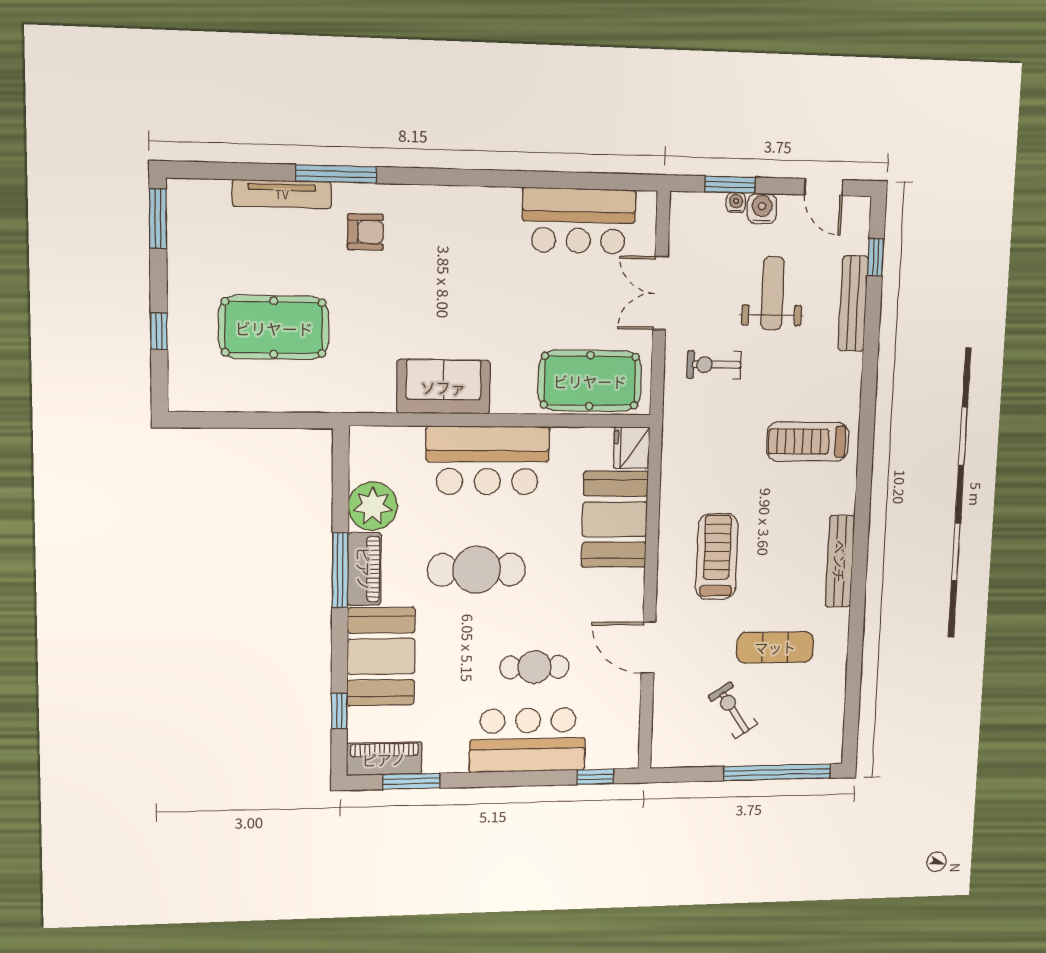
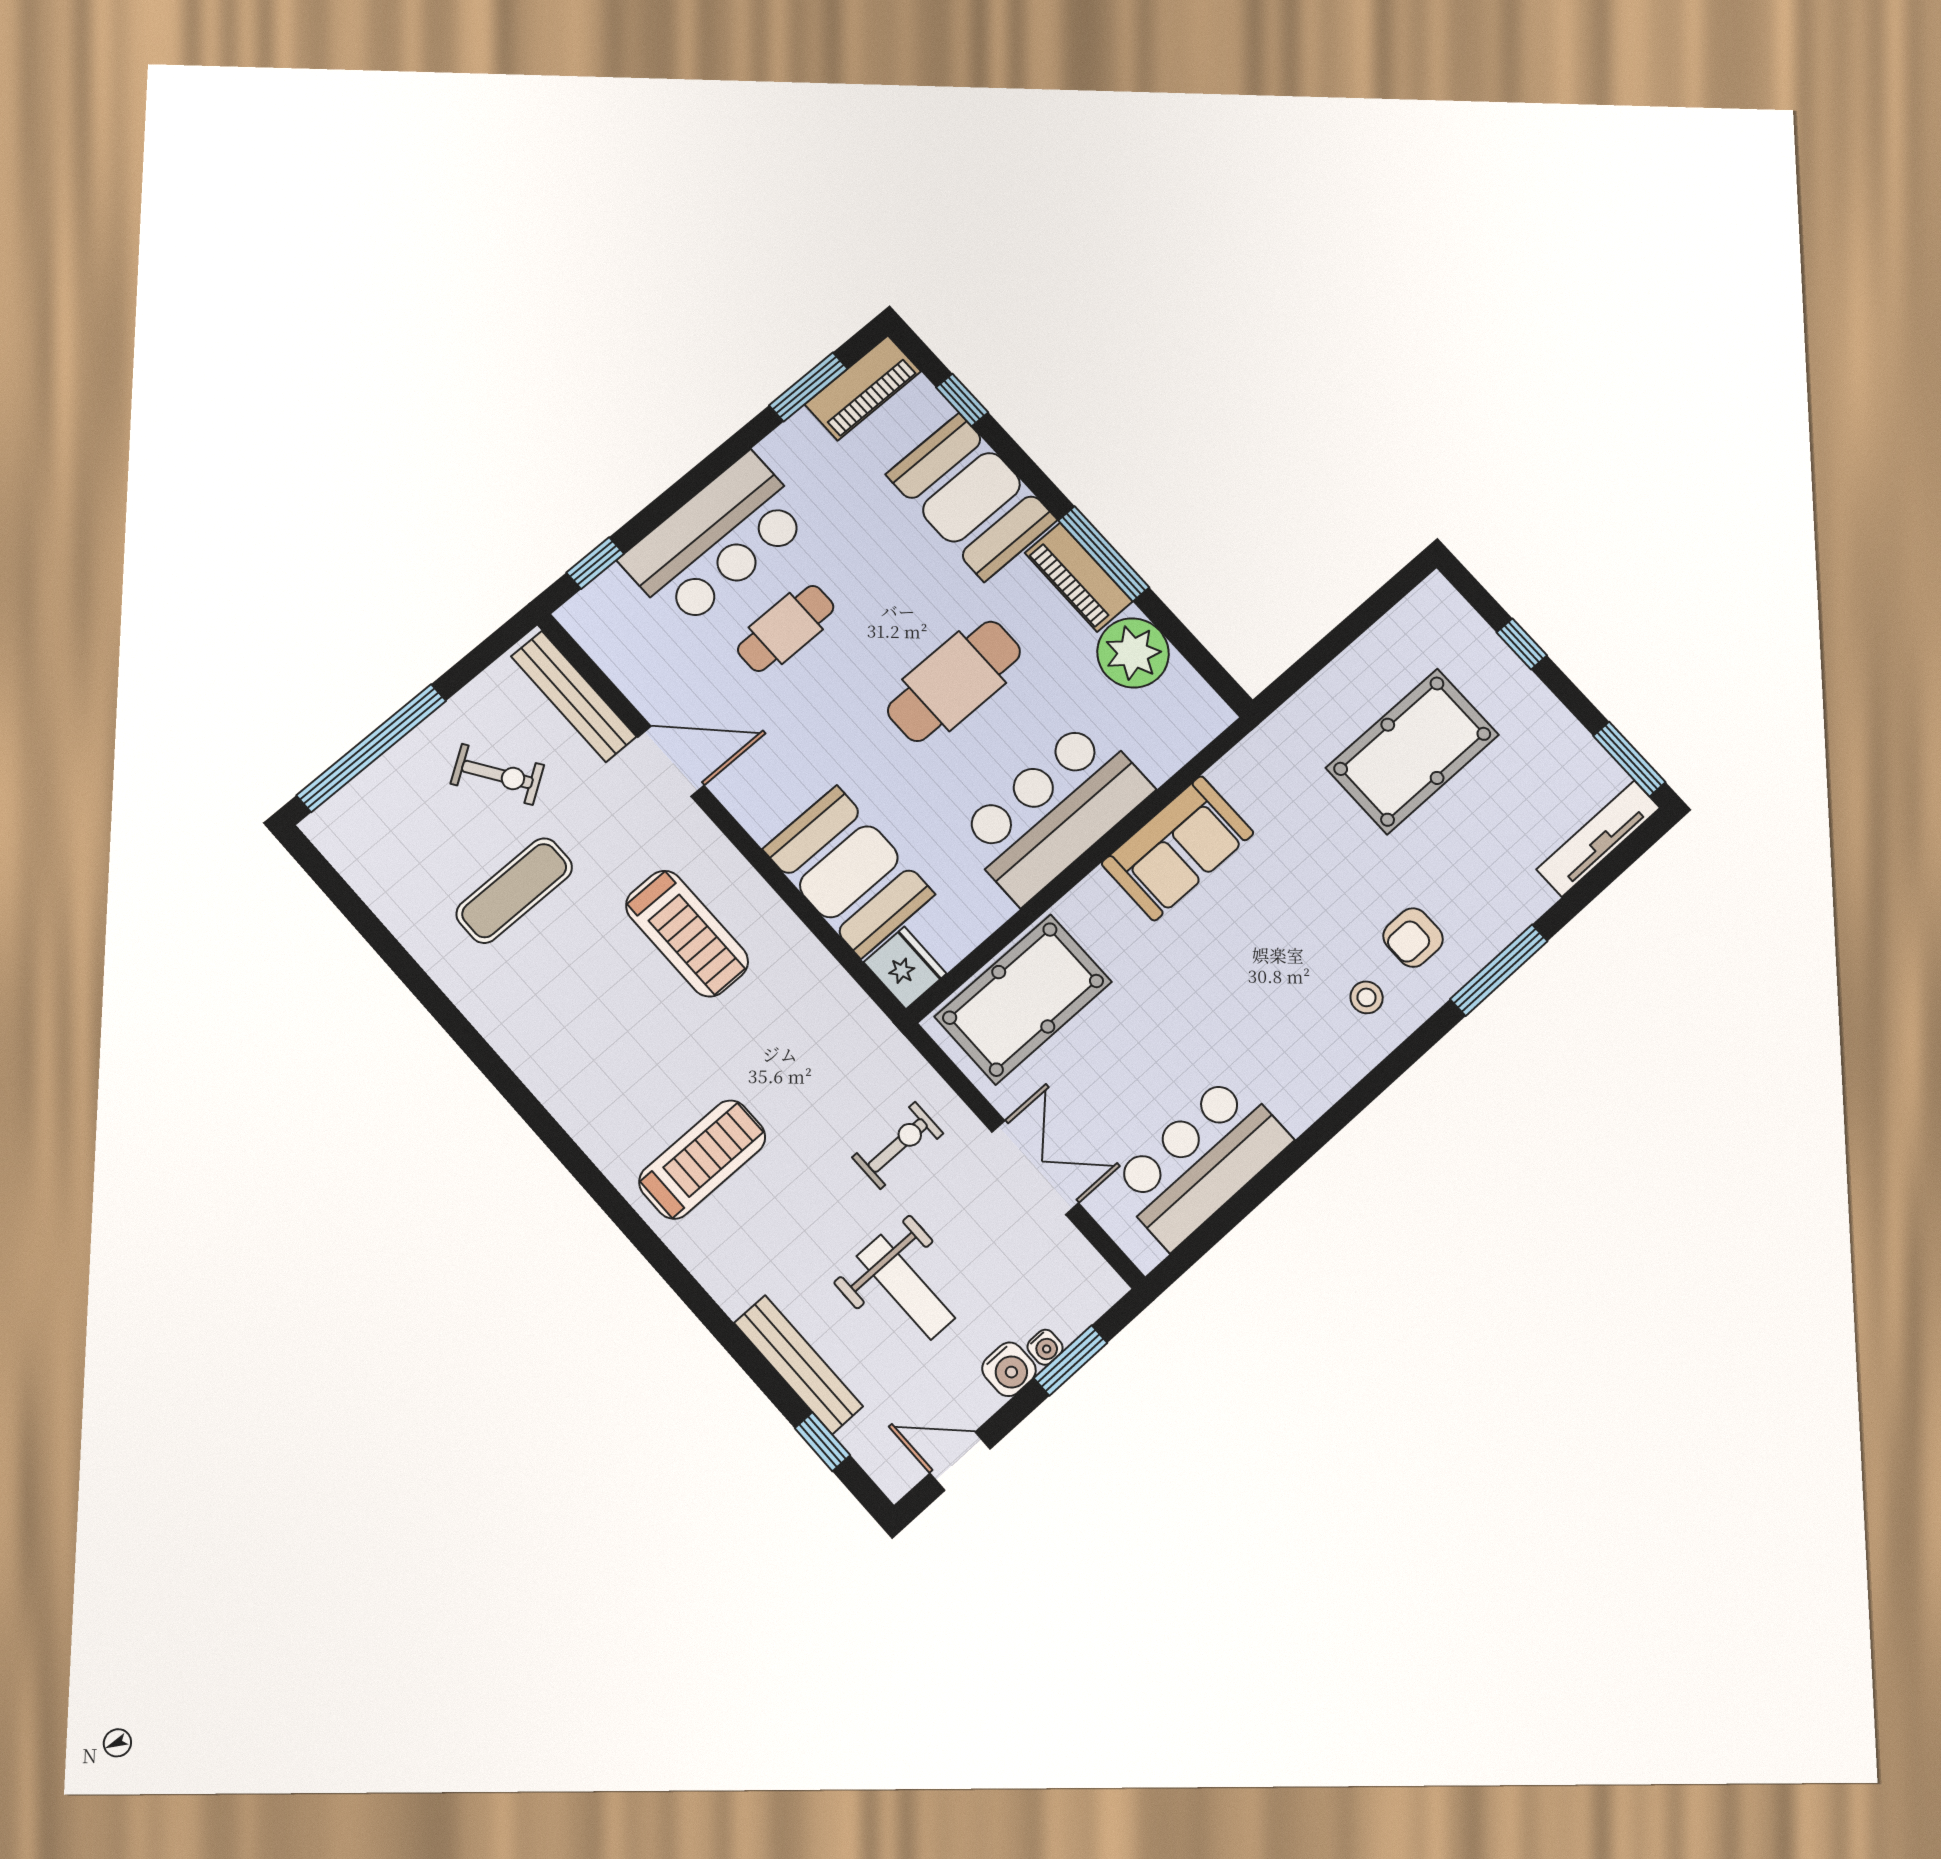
tv unit: (282, 194) -> (1598, 839), moved
stool: (419, 224) -> (1367, 997), added
bench: (840, 561) -> (574, 696), moved

